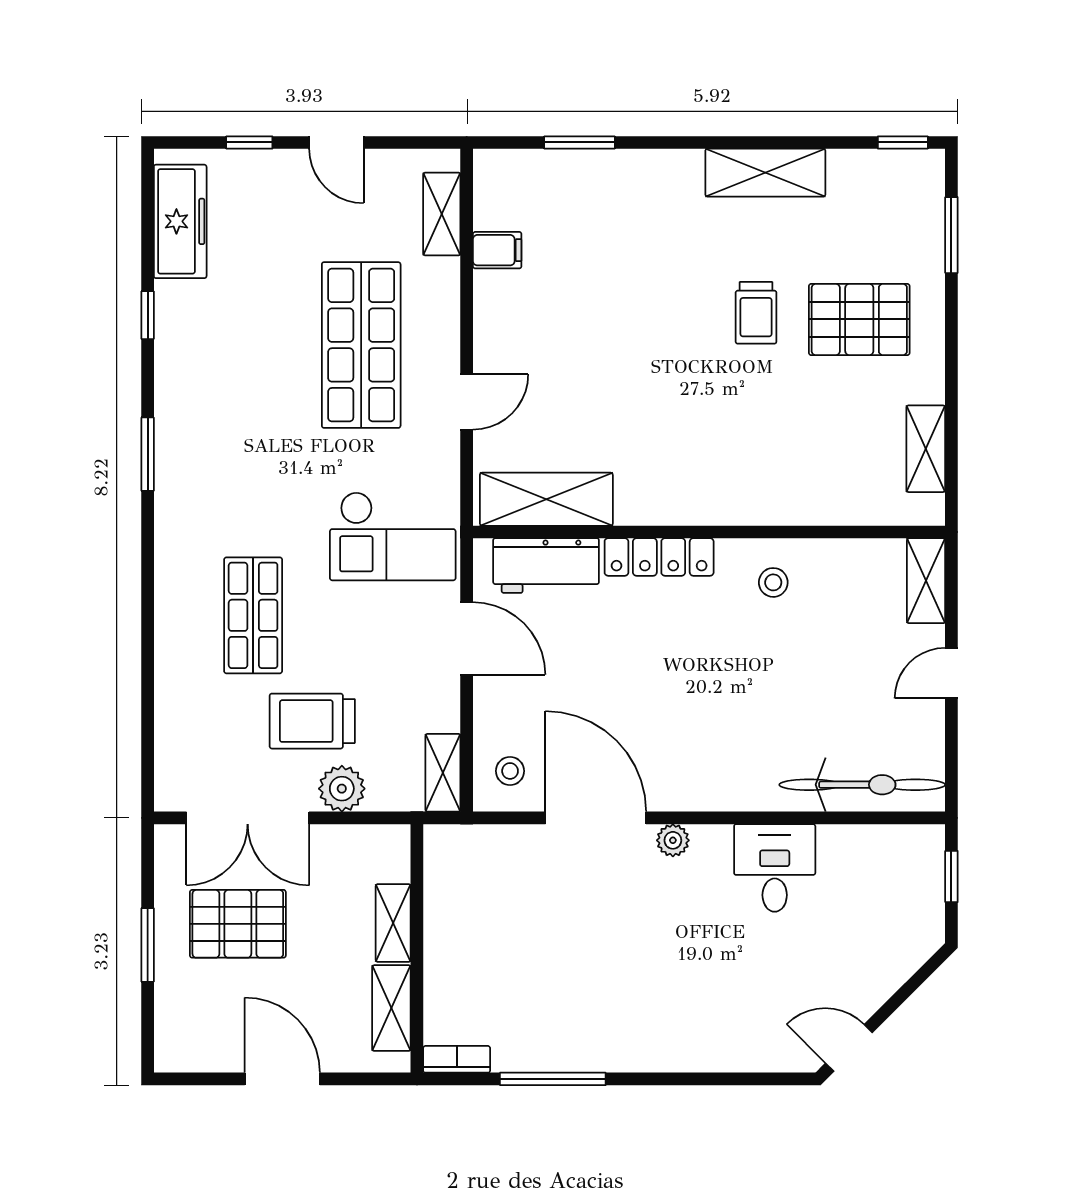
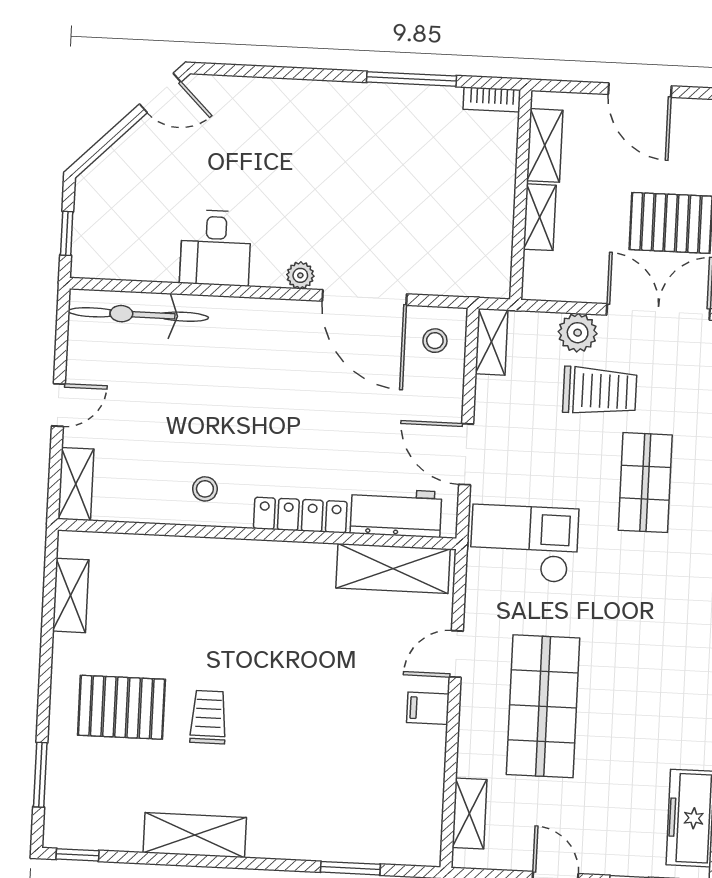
filing cabinet: (497, 250) -> (428, 708), moved

